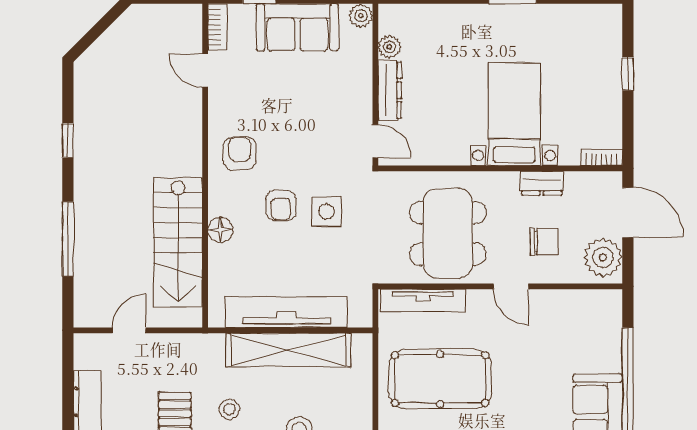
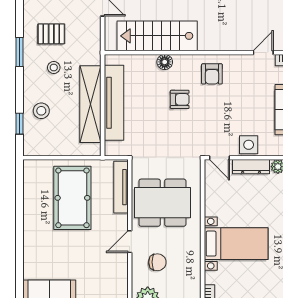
door: (375, 141) -> (219, 158), hinge flipped
armchair: (240, 153) -> (212, 74), turned 90
dresser: (542, 183) -> (194, 261), removed
armchair: (281, 206) -> (180, 99), turned 180
side table: (326, 212) -> (249, 145), moved
chair: (544, 242) -> (157, 262), turned -90

